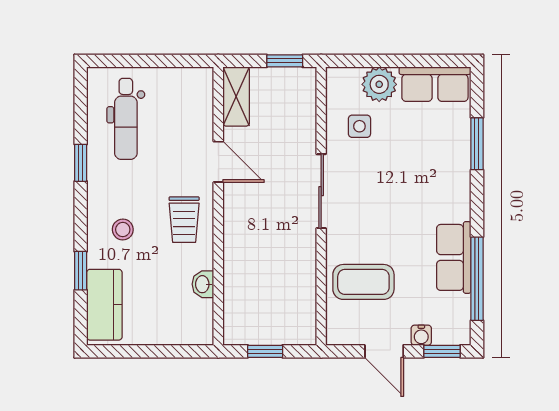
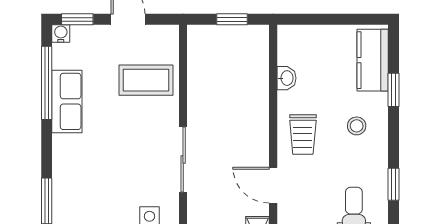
trolley: (184, 220) -> (303, 135), turned 180
water cooler: (421, 335) -> (61, 33), moved

